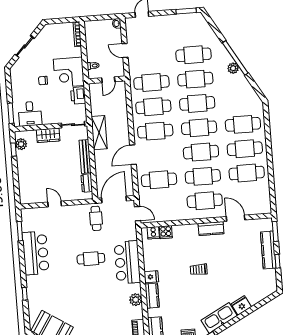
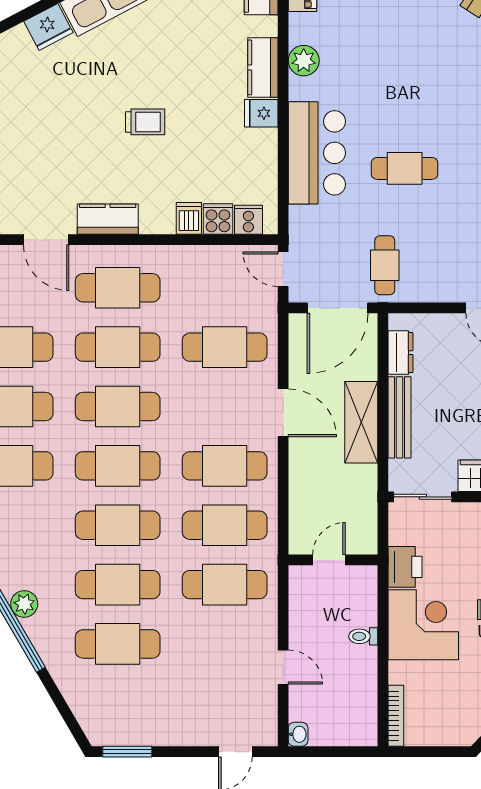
wall: (107, 80) -> (333, 560), moved
door: (108, 80) -> (329, 560), moved
shelving: (99, 133) -> (361, 422), moved
door: (133, 155) -> (283, 413), hinge flipped
dishwasher: (178, 231) -> (189, 218), added

